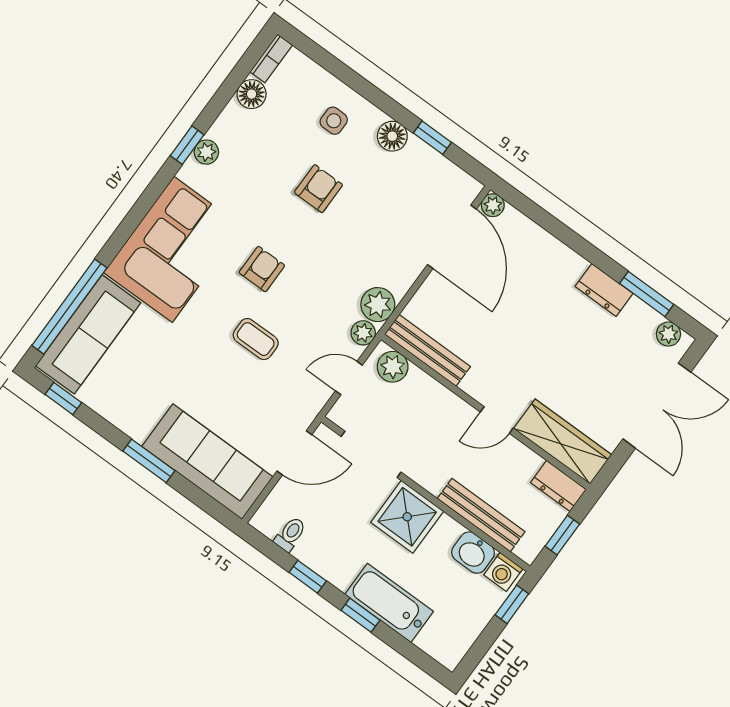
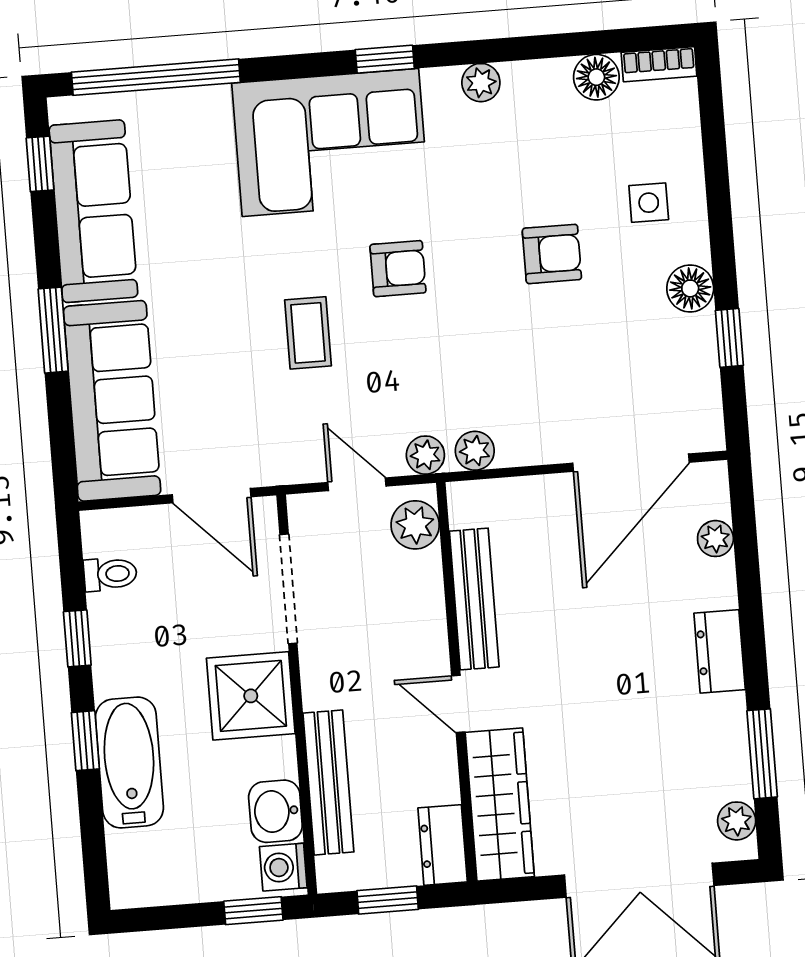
window: (187, 145) -> (385, 59), moved
plant: (493, 205) -> (715, 539), moved
dresser: (604, 290) -> (720, 651), moved
plant: (378, 305) -> (475, 451), width x0.73, depth x0.73
sofa: (88, 334) -> (93, 211), moved, turned -90
bench: (428, 350) -> (474, 599), moved

